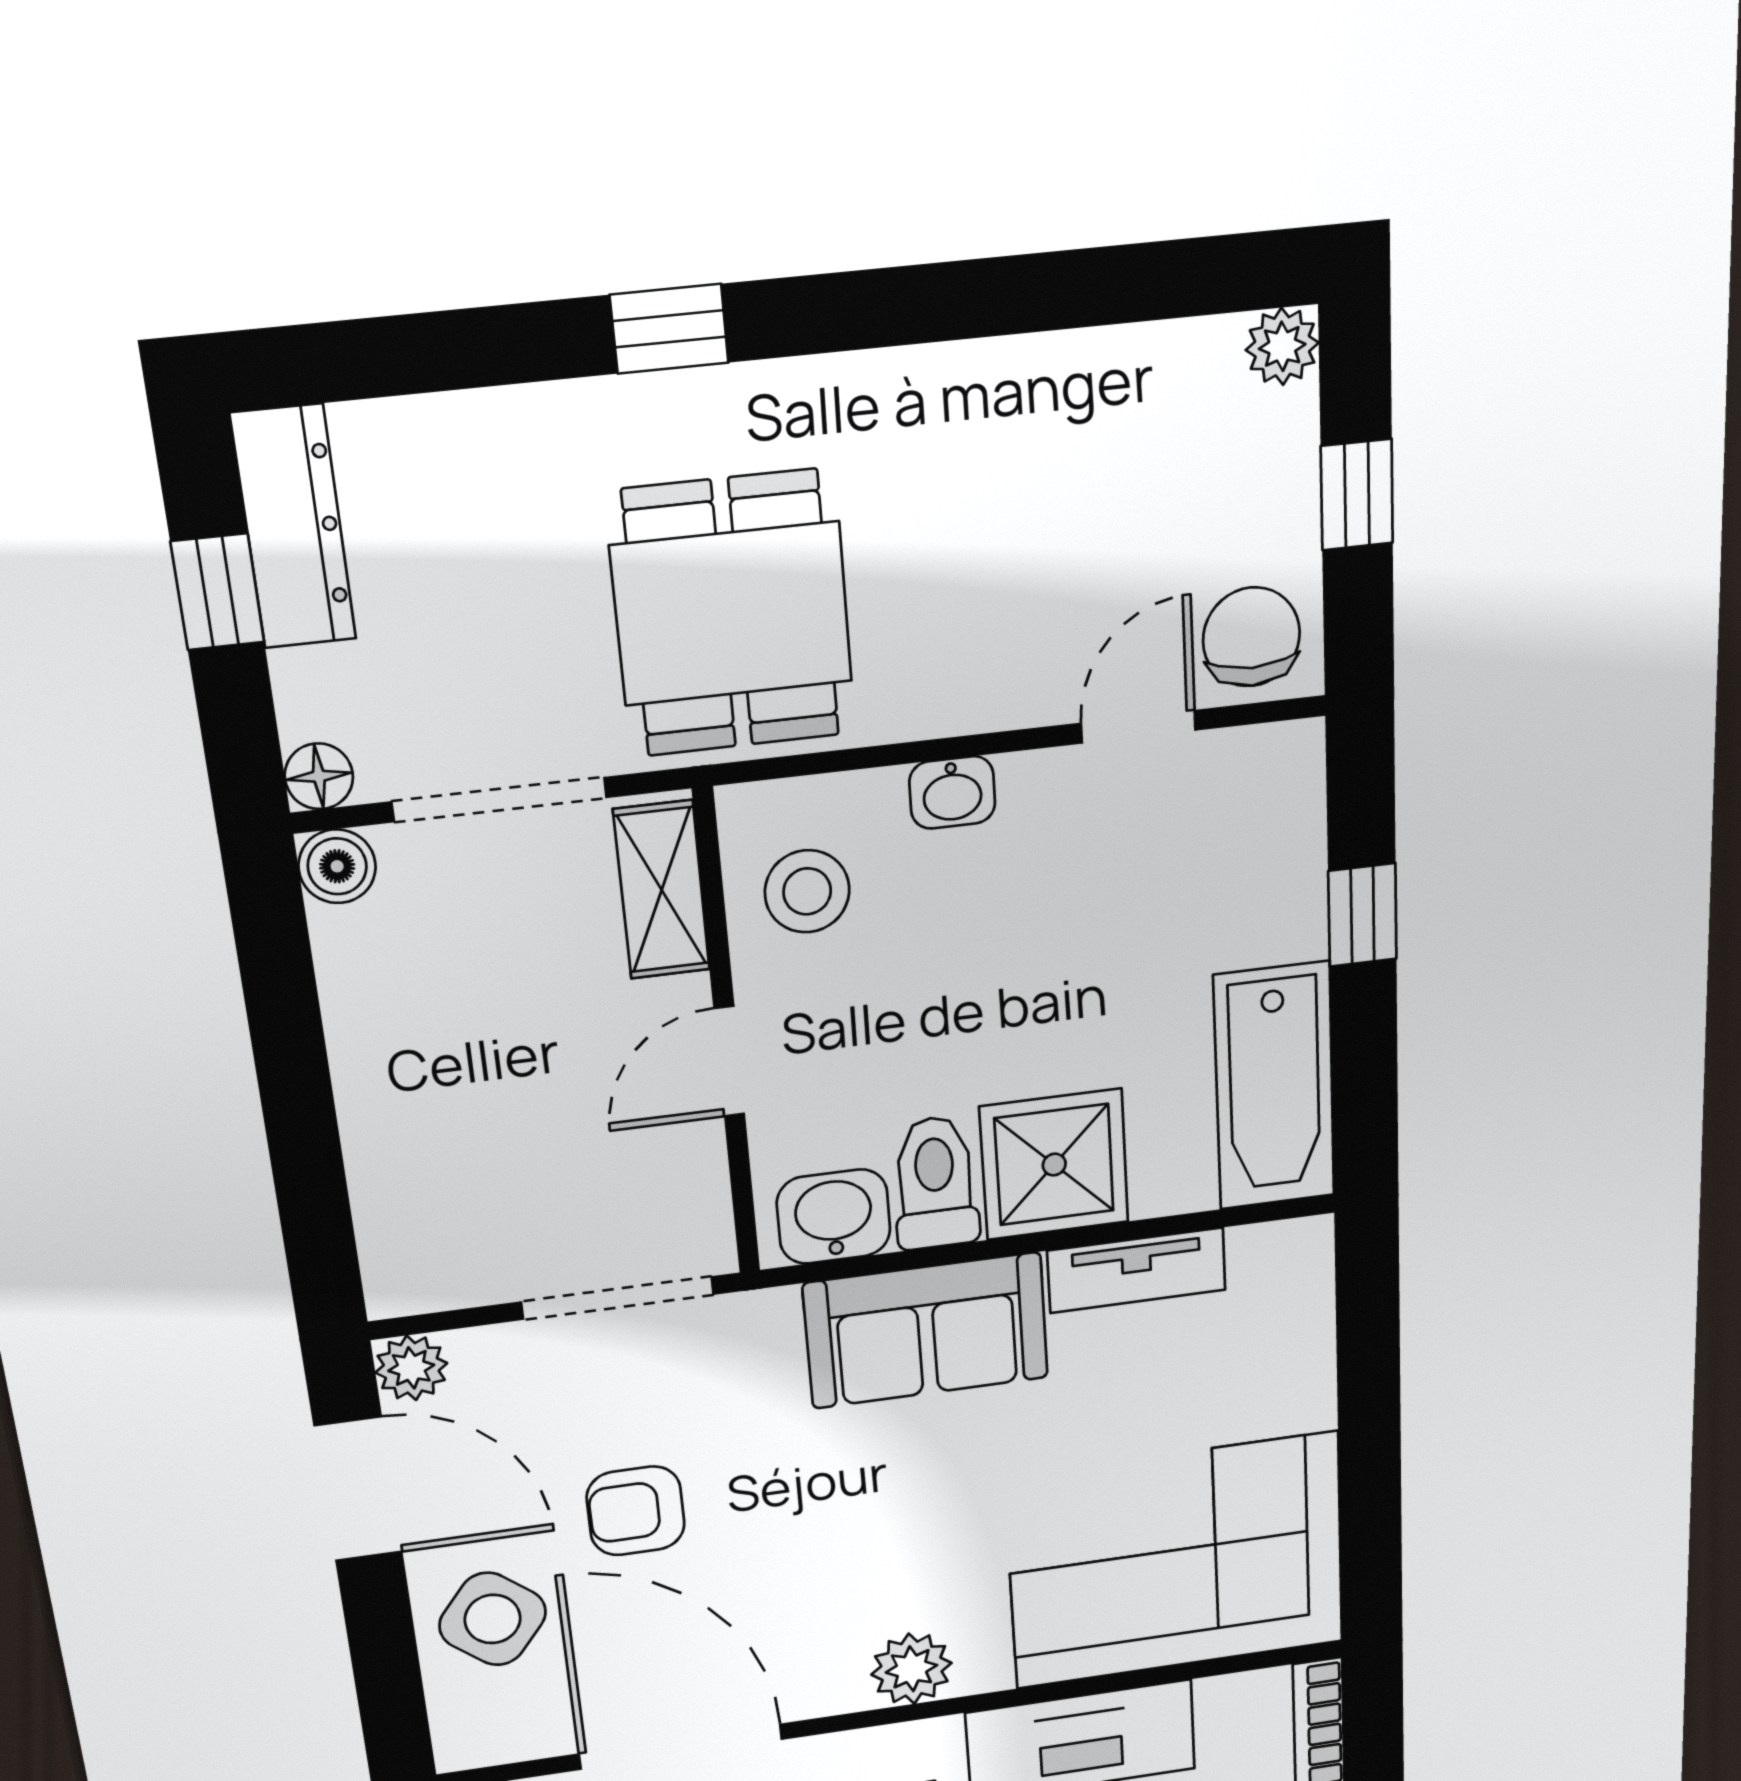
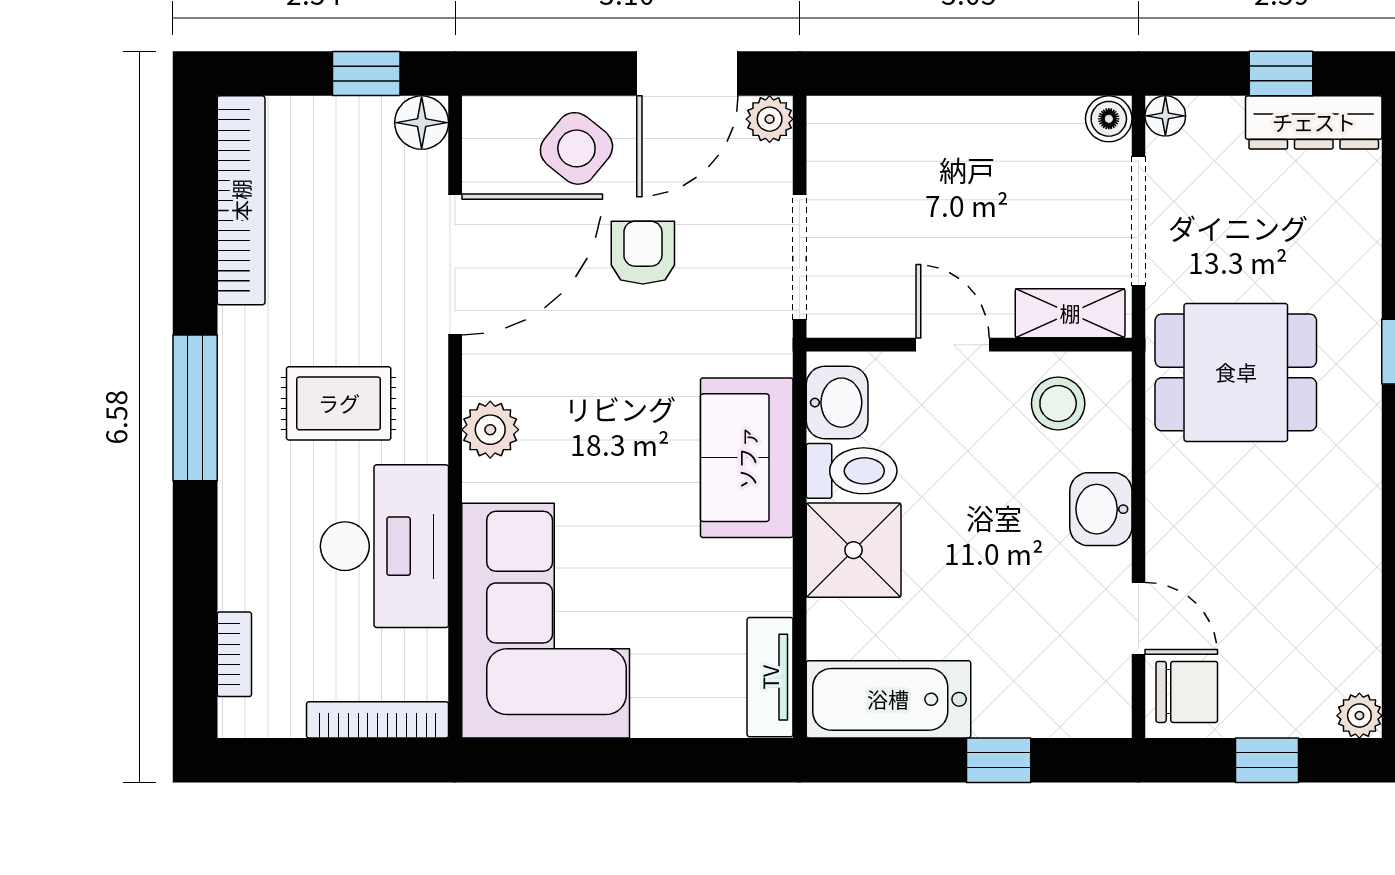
washbasin: (952, 792) -> (1101, 509), width x1.38, depth x1.45
tv unit: (1137, 1270) -> (770, 677), moved

